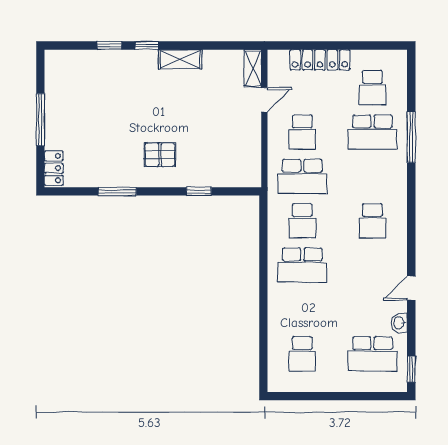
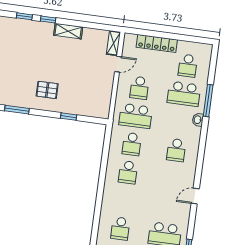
school desk: (302, 265) -> (128, 172), width x0.54
washbasin: (399, 323) -> (198, 120), moved

